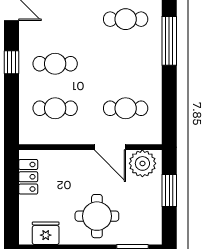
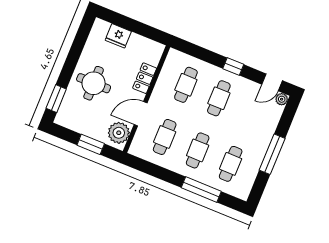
cafe table: (126, 64) -> (198, 150), added
locker: (28, 177) -> (145, 78), moved, turned 90
fridge: (46, 233) -> (118, 36), moved, turned 90

